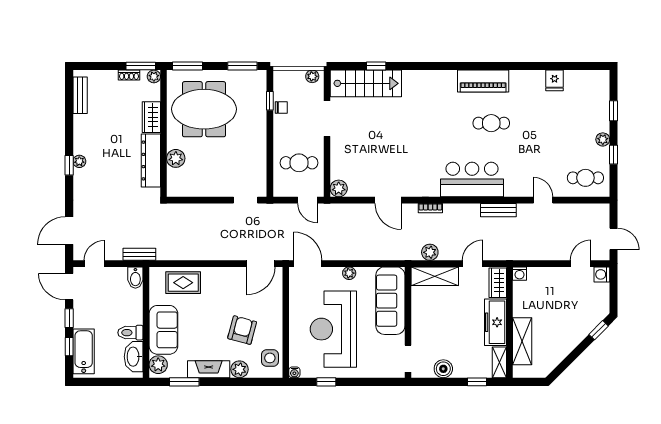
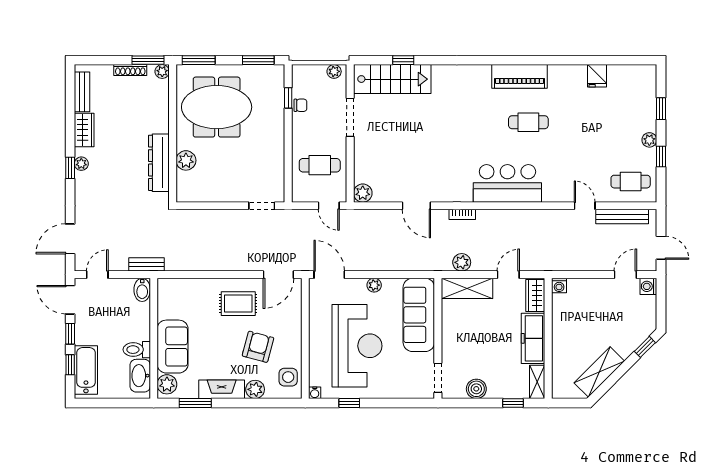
shoe rack: (129, 75) -> (130, 70), width x1.43
wardrobe: (151, 117) -> (84, 130), moved, turned 180
bench: (498, 210) -> (622, 217), moved, width x1.36
rug: (183, 283) -> (238, 304), moved
reception desk: (333, 329) -> (357, 346), turned 180
shelving: (522, 341) -> (599, 372), moved, turned 45

